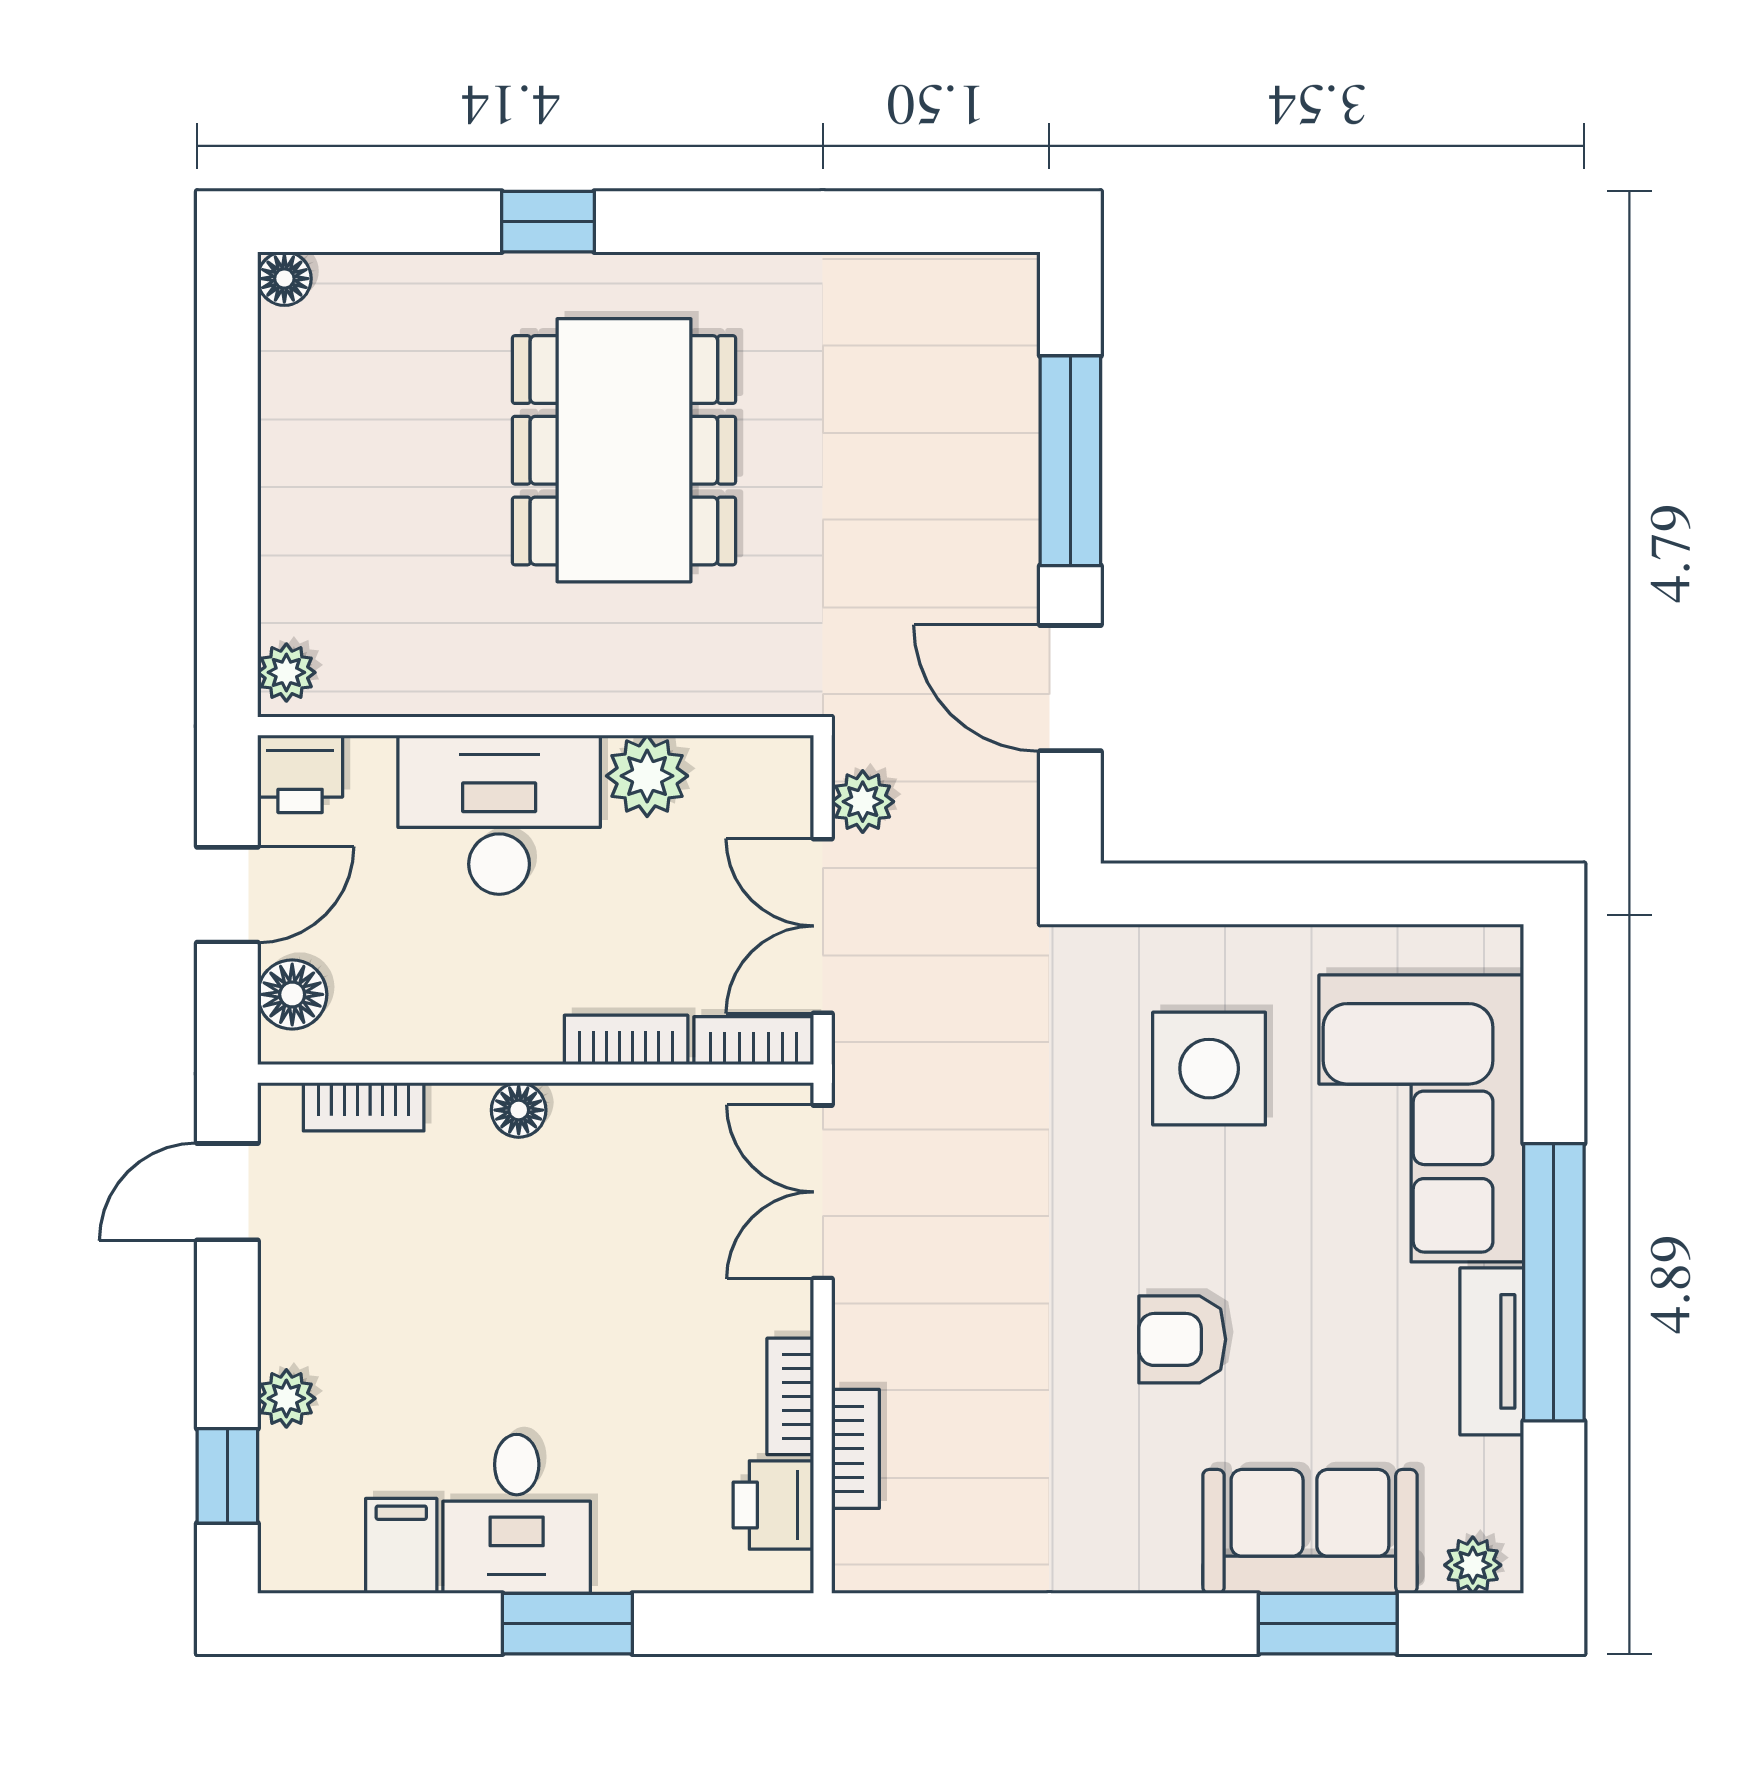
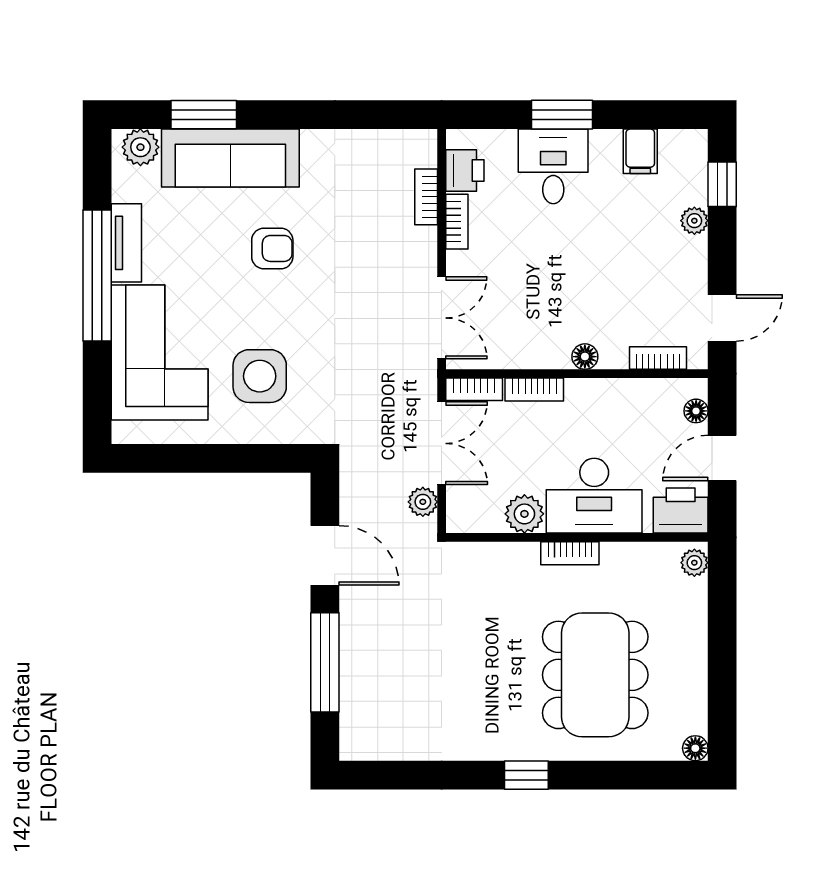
window: (548, 222) -> (526, 775), moved
dining table: (624, 450) -> (595, 675), moved
bookcase: (551, 692) -> (570, 553), added
printer: (300, 774) -> (681, 511), width x1.36, depth x1.24
floor lamp: (292, 994) -> (696, 411), width x0.73, depth x0.73
desk: (517, 1514) -> (553, 166), moved
sofa: (1310, 1531) -> (230, 158), width x1.36
plant: (1473, 1565) -> (140, 147), width x1.38, depth x1.38

